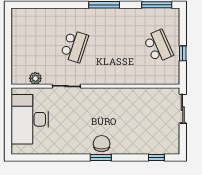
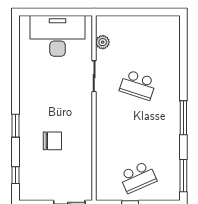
chair: (102, 144) -> (52, 141), moved
window: (101, 157) -> (16, 126), moved

